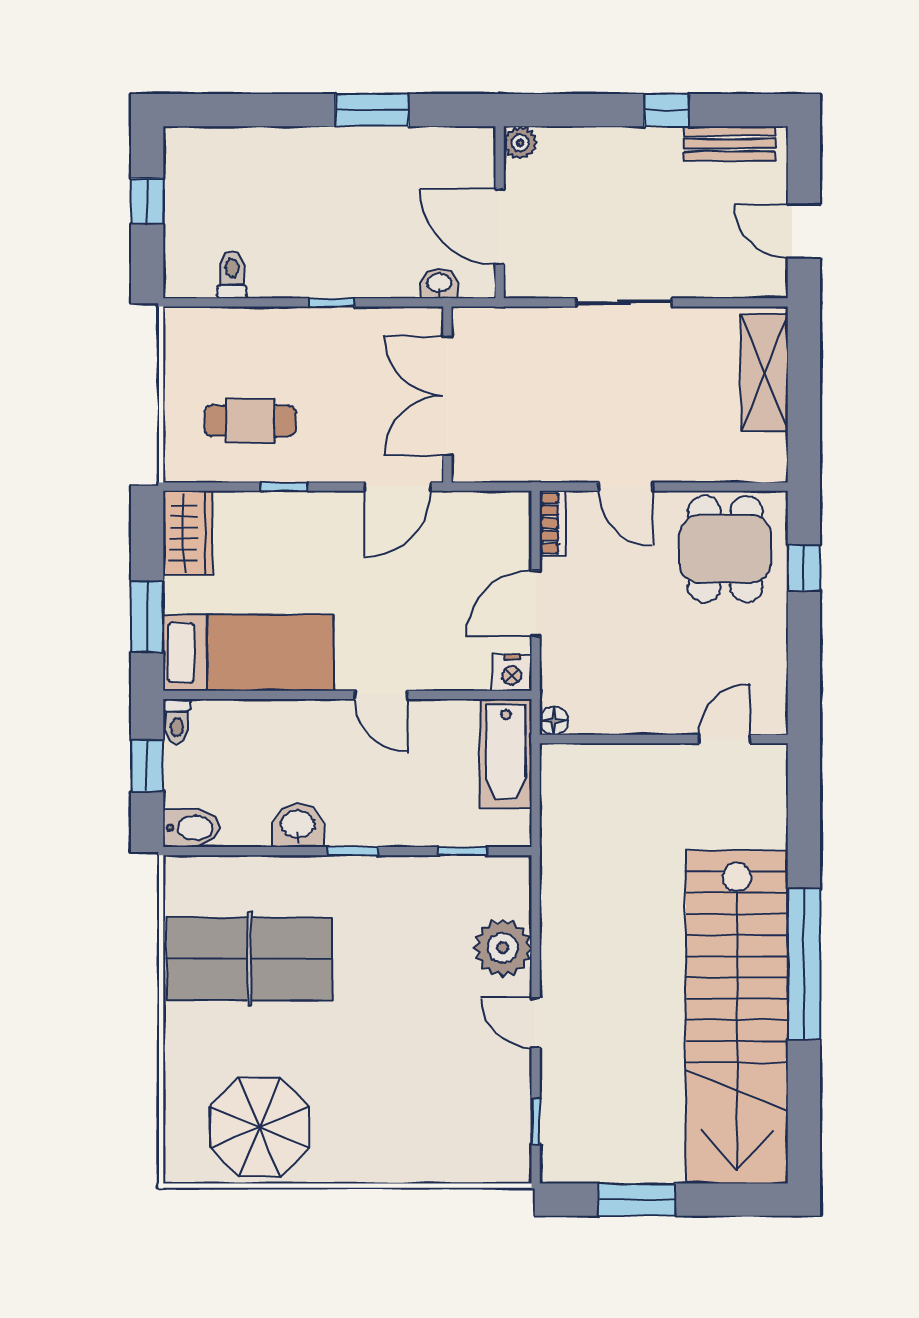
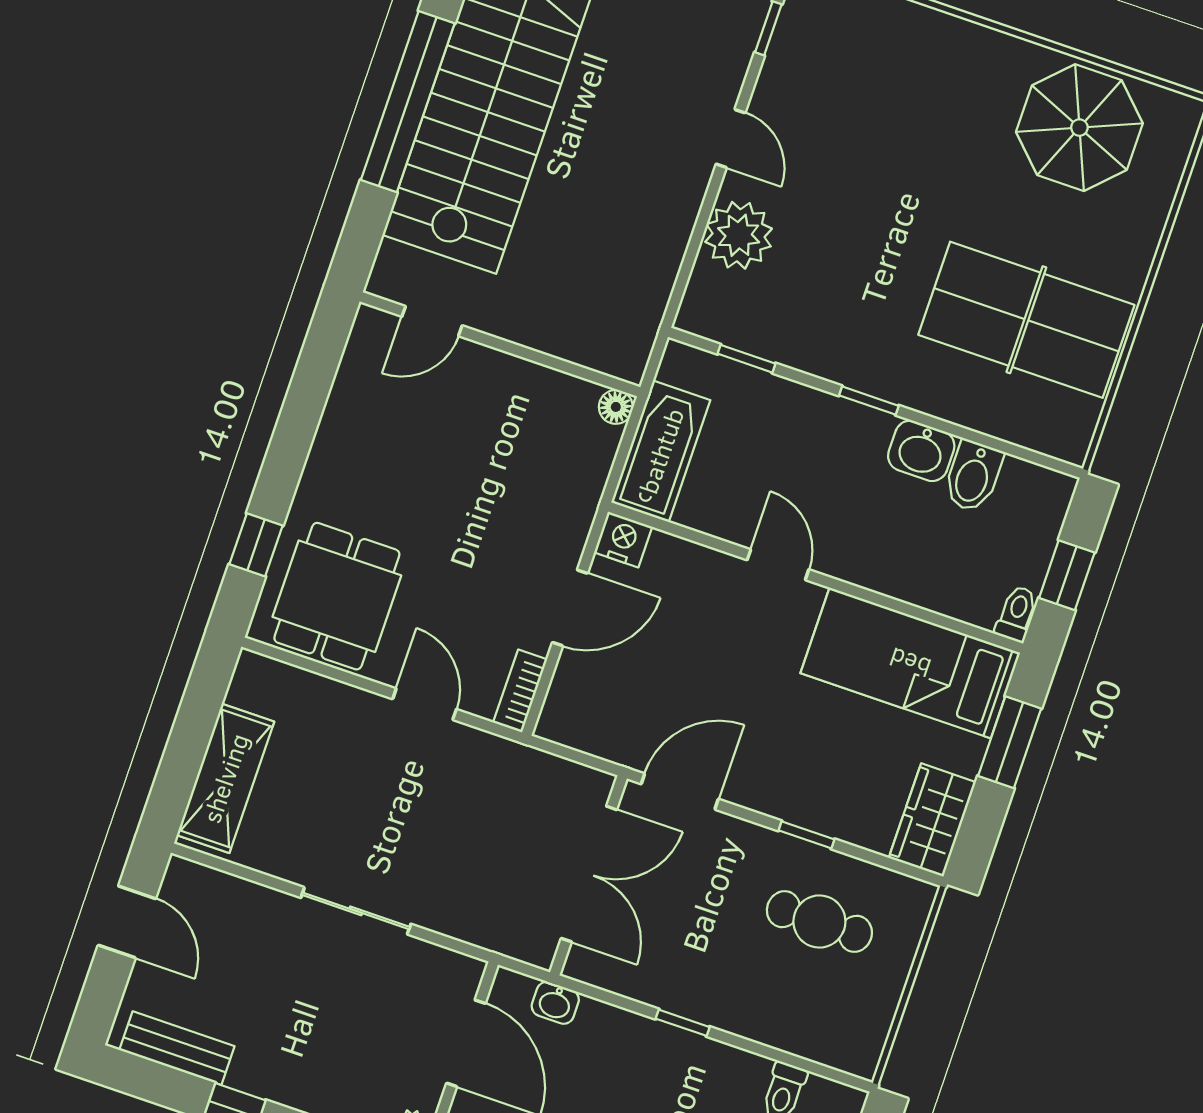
floor lamp: (554, 721) -> (616, 407), moved
wall: (664, 739) -> (500, 344), moved
door: (724, 739) -> (432, 321), moved
bidet: (191, 828) -> (973, 476), moved, turned -90

